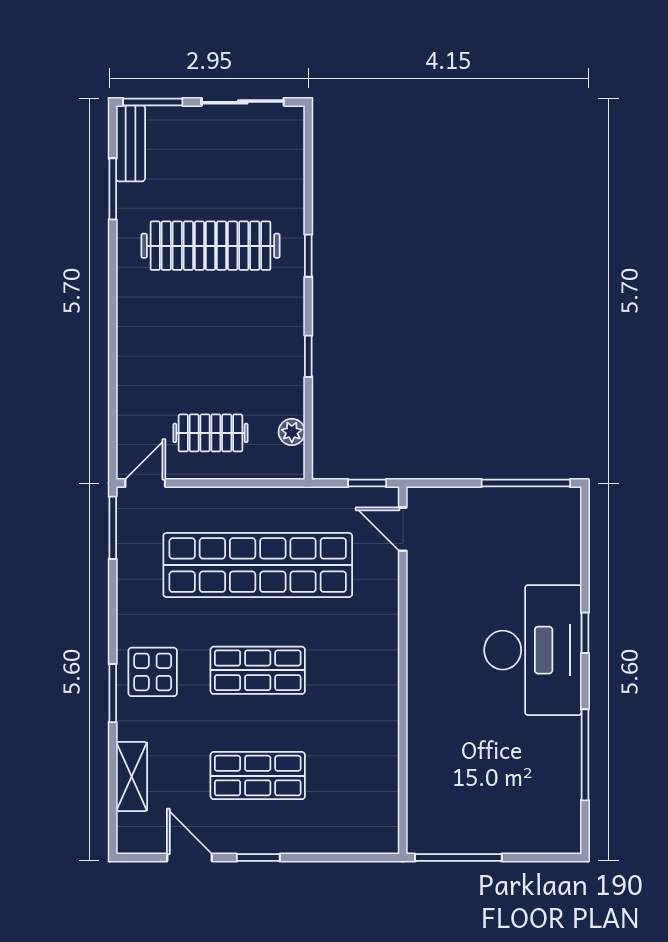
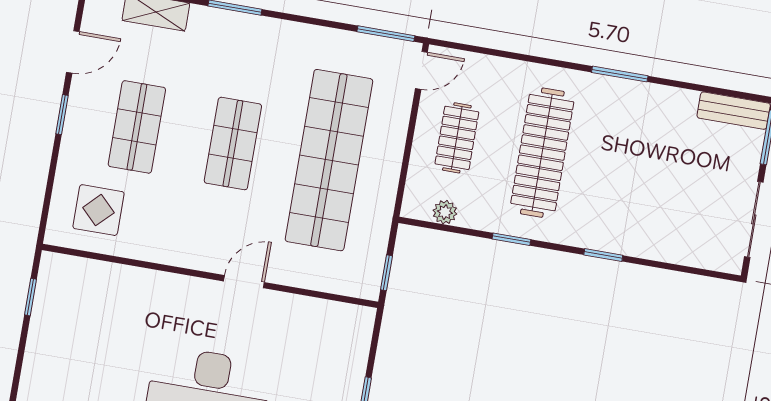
window: (113, 189) -> (620, 74), moved
clothes rail: (210, 246) -> (542, 153), moved
door: (145, 483) -> (421, 70), hinge flipped
door: (403, 529) -> (244, 282), moved
display table: (153, 672) -> (98, 210), moved
window: (458, 858) -> (30, 297), width x0.46

